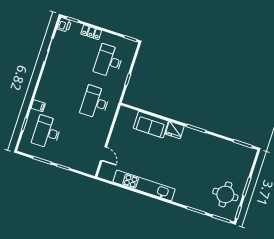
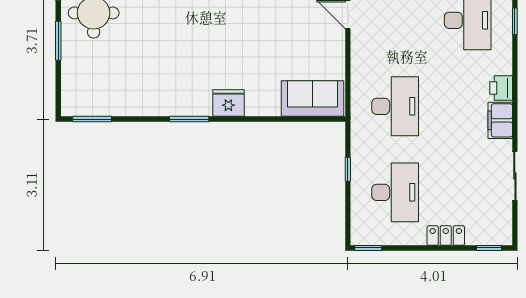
printer: (64, 25) -> (501, 88), moved
filing cabinet: (38, 106) -> (500, 120), moved, width x2.00
sofa: (151, 125) -> (313, 99), moved

